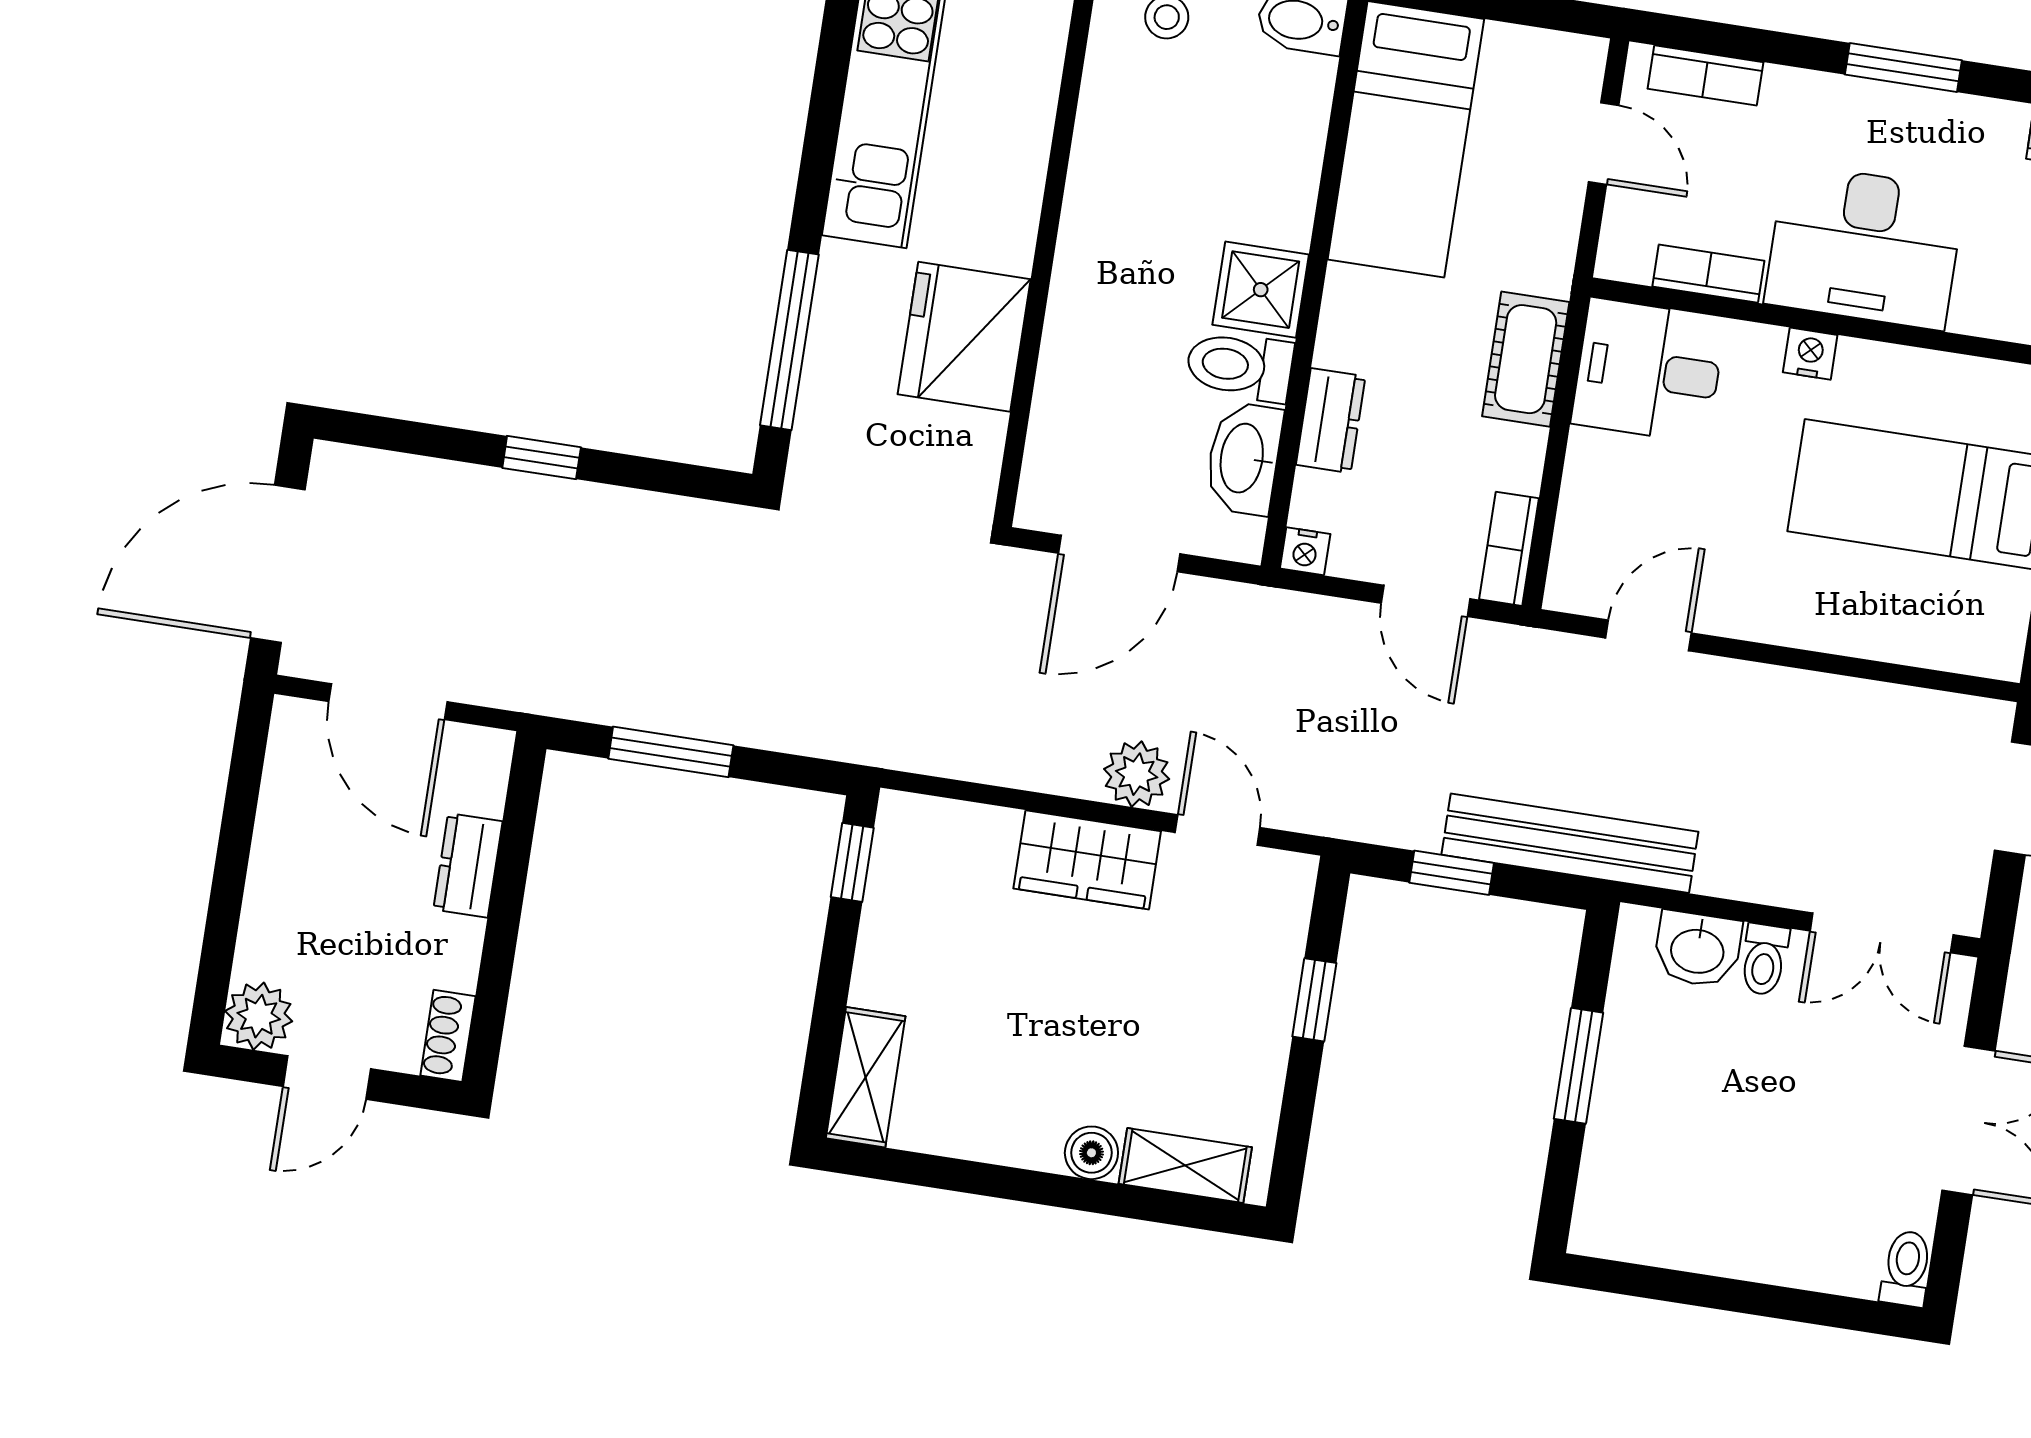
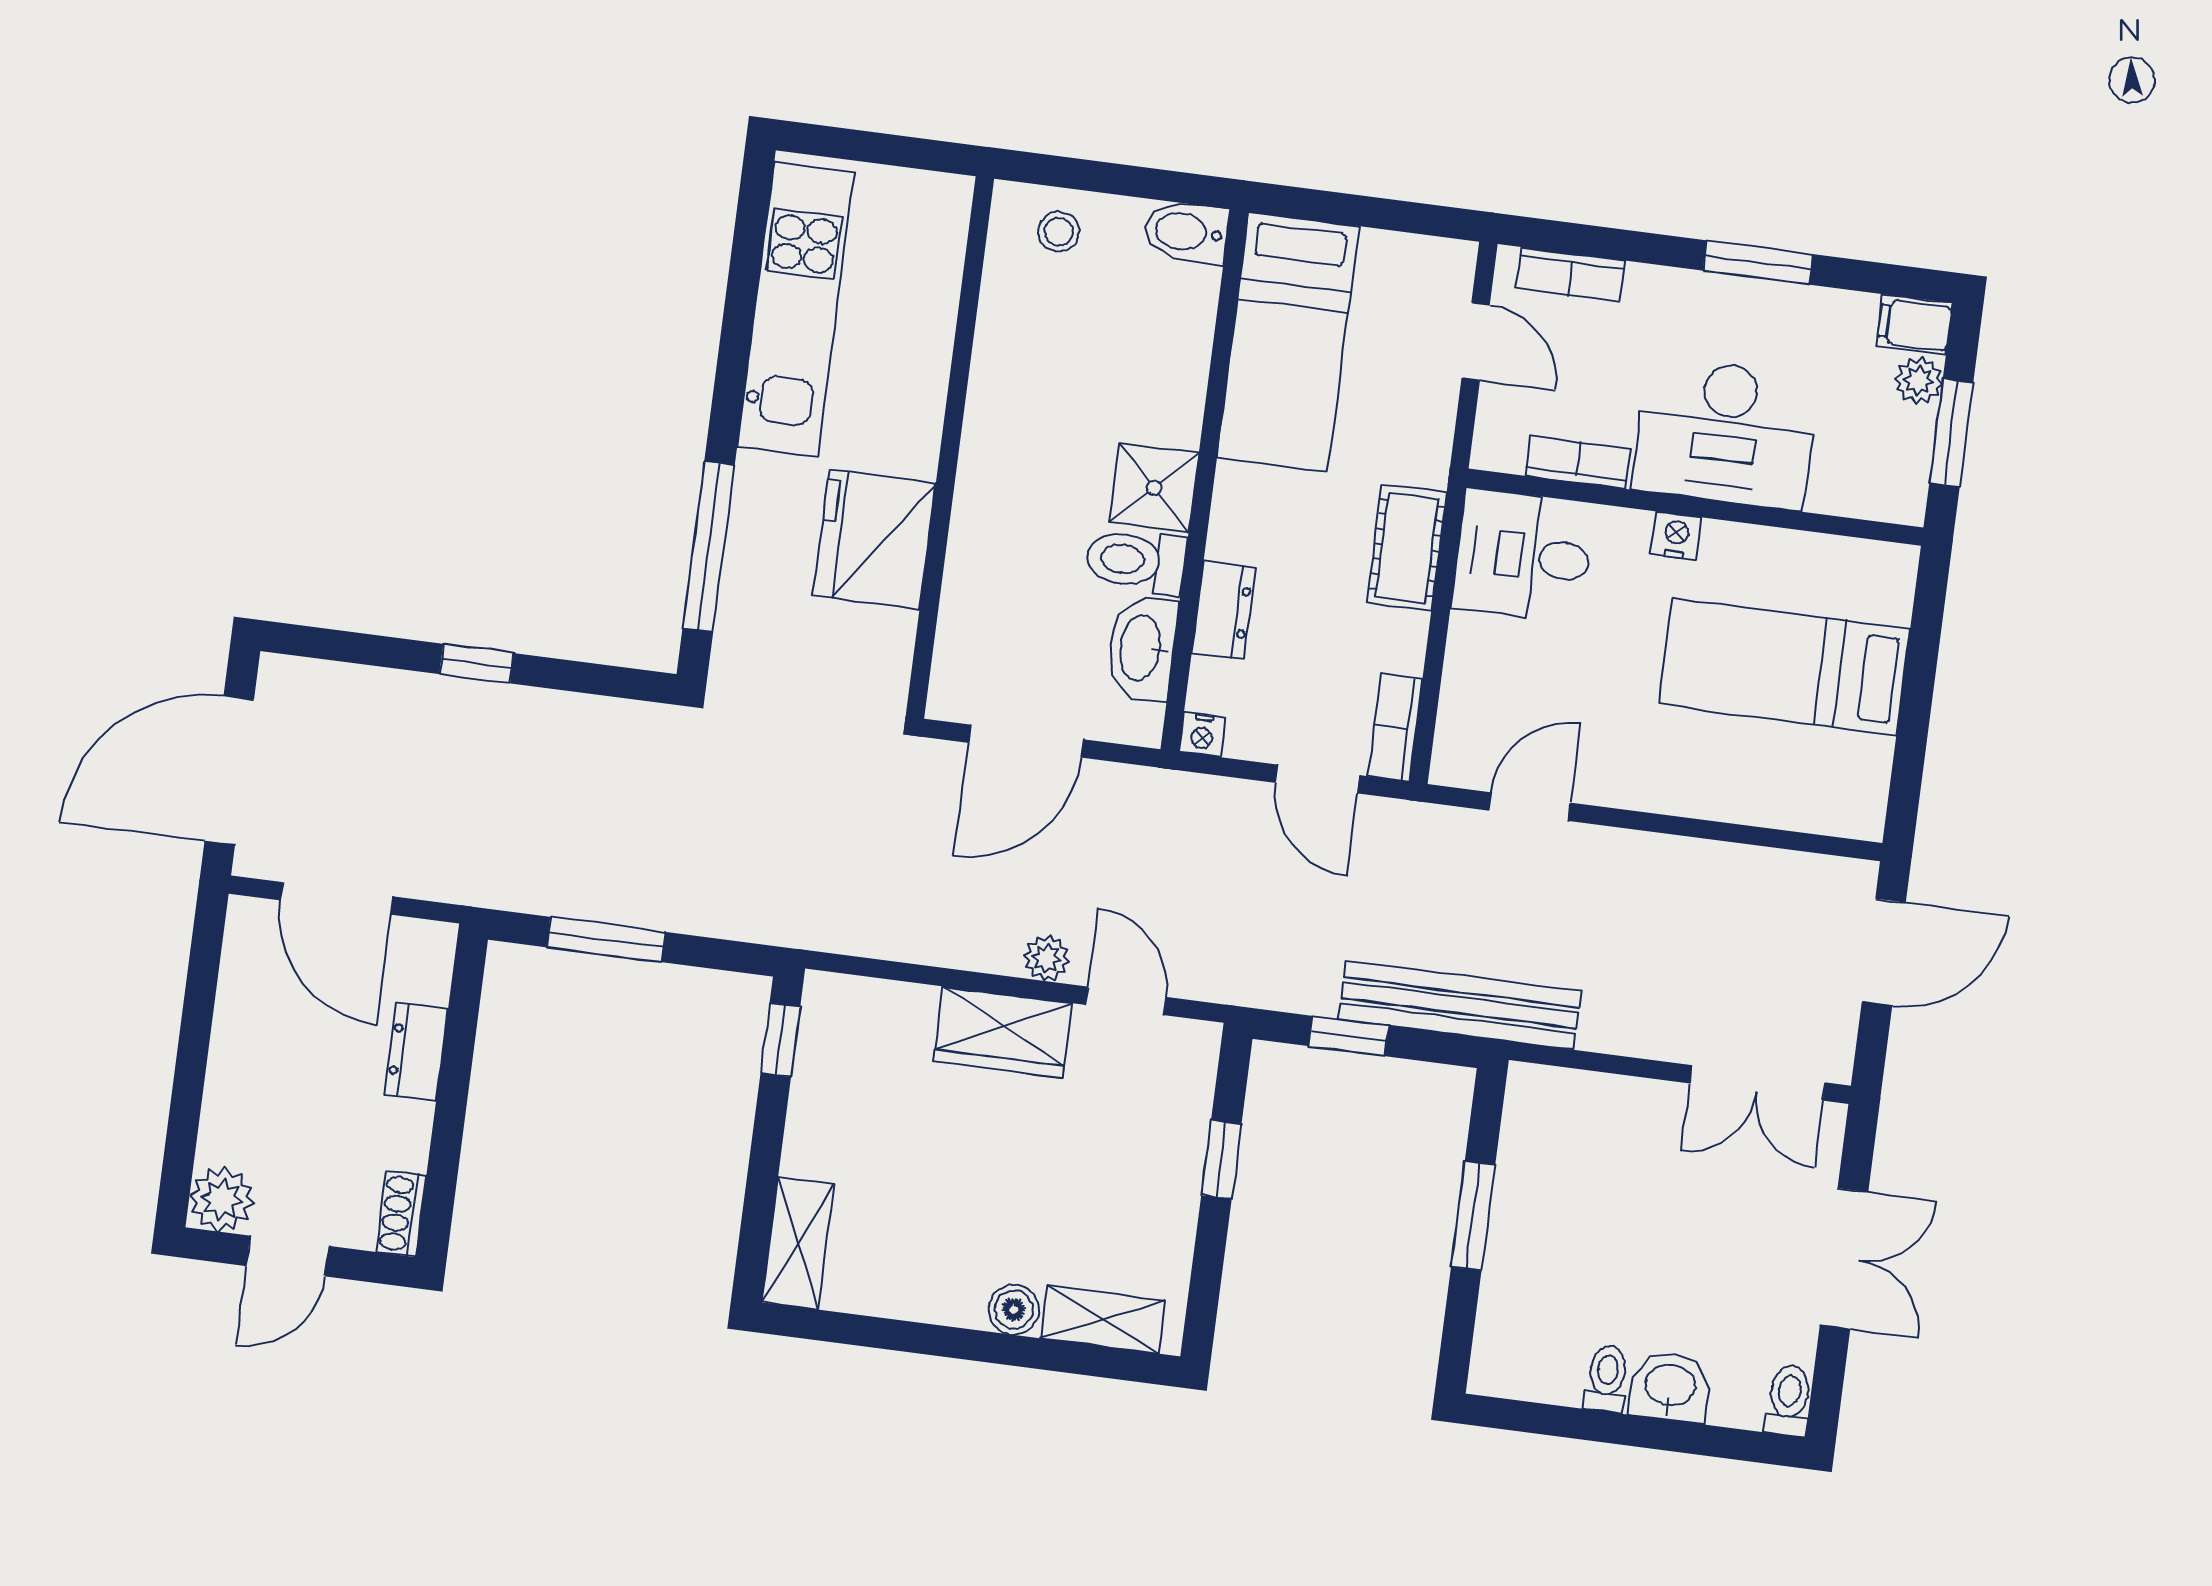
plant: (1137, 774) -> (1047, 958), width x0.73, depth x0.73
washbasin: (1698, 949) -> (1670, 1387), moved, turned 180
toilet: (1764, 960) -> (1607, 1379), moved, turned 180

